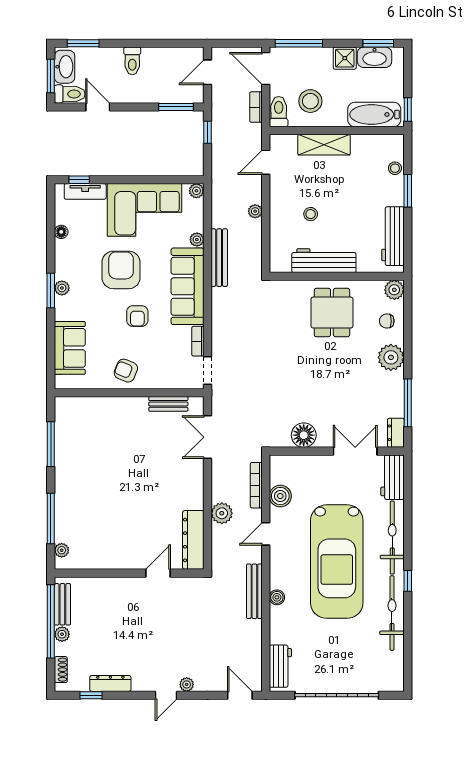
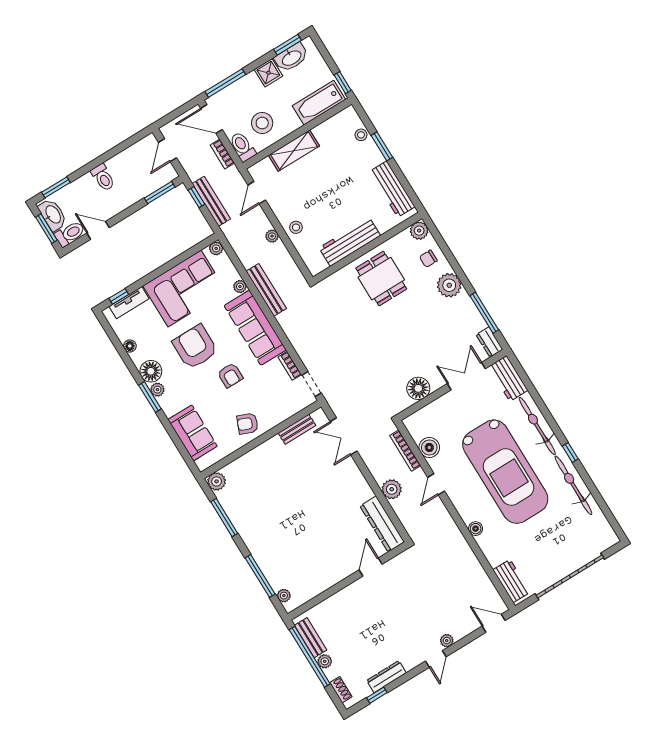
stool: (311, 214) -> (296, 227), moved
floor lamp: (66, 267) -> (151, 371), added
plant: (64, 406) -> (217, 481), added
bench: (254, 591) -> (211, 201), moved

